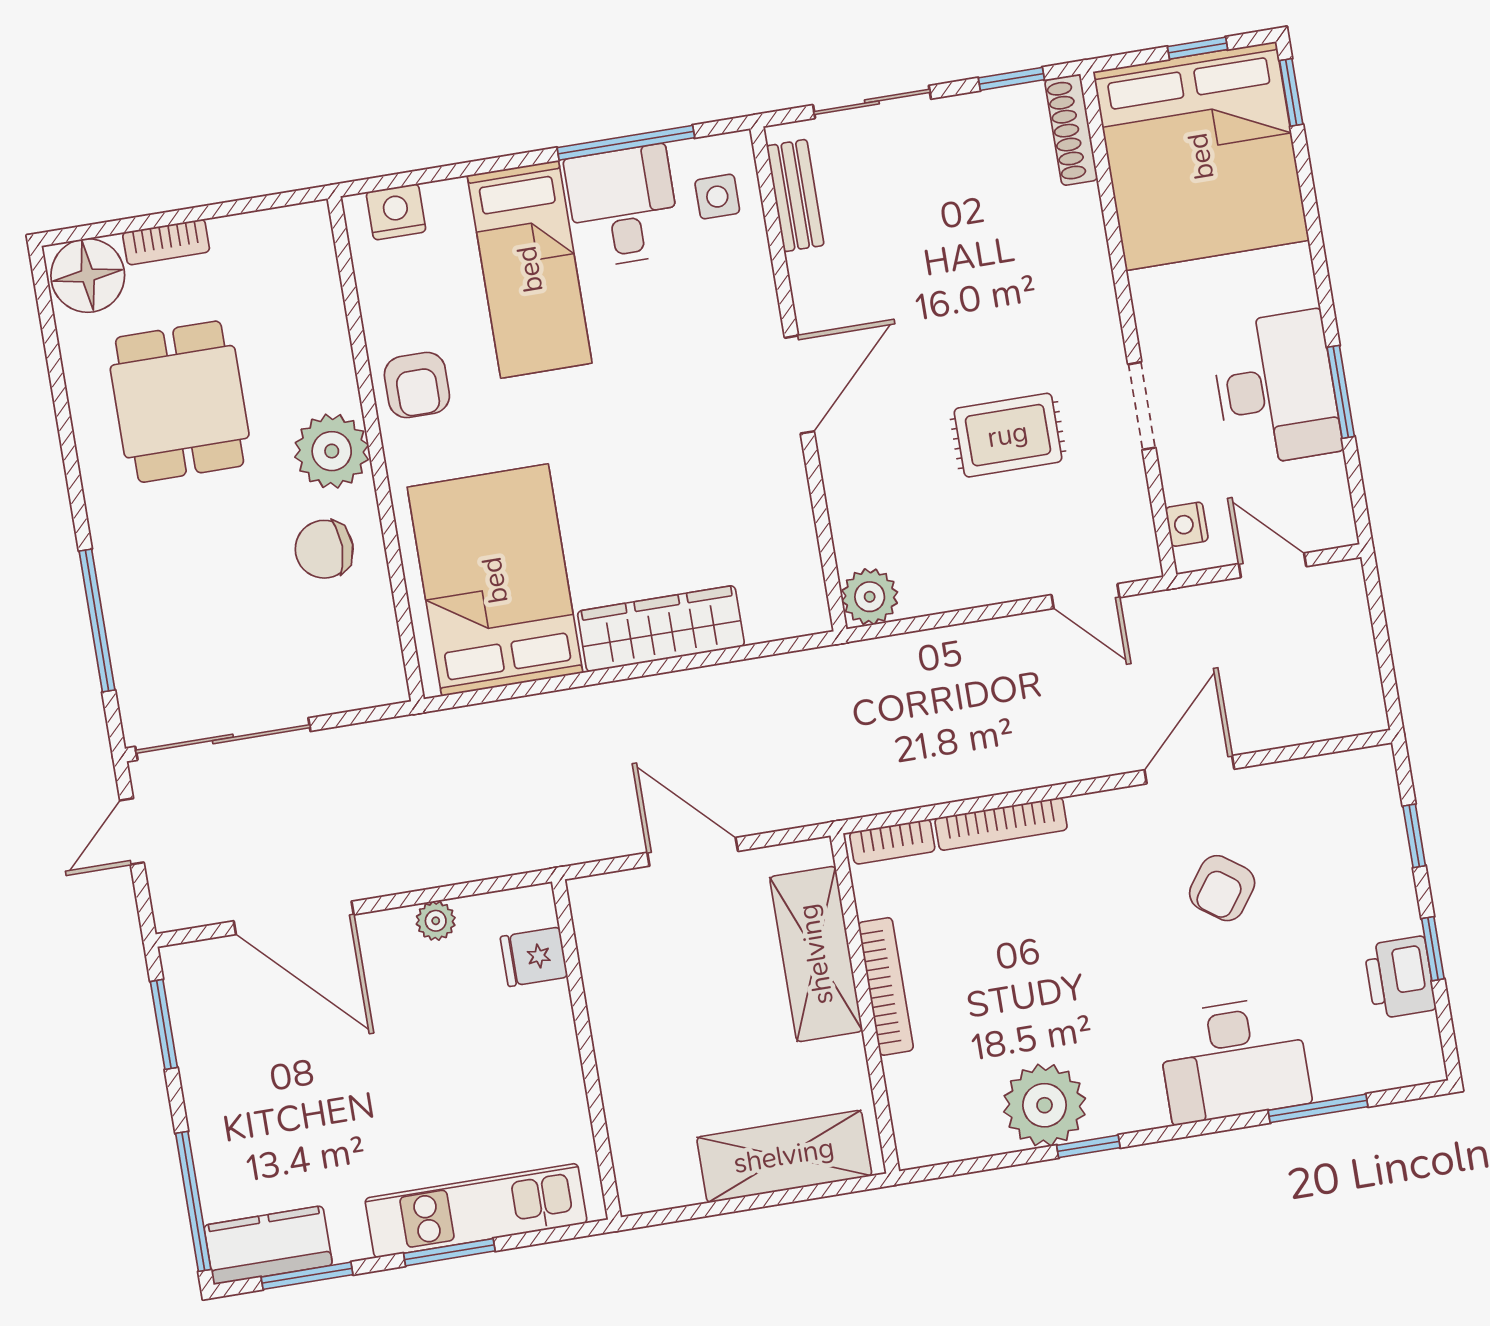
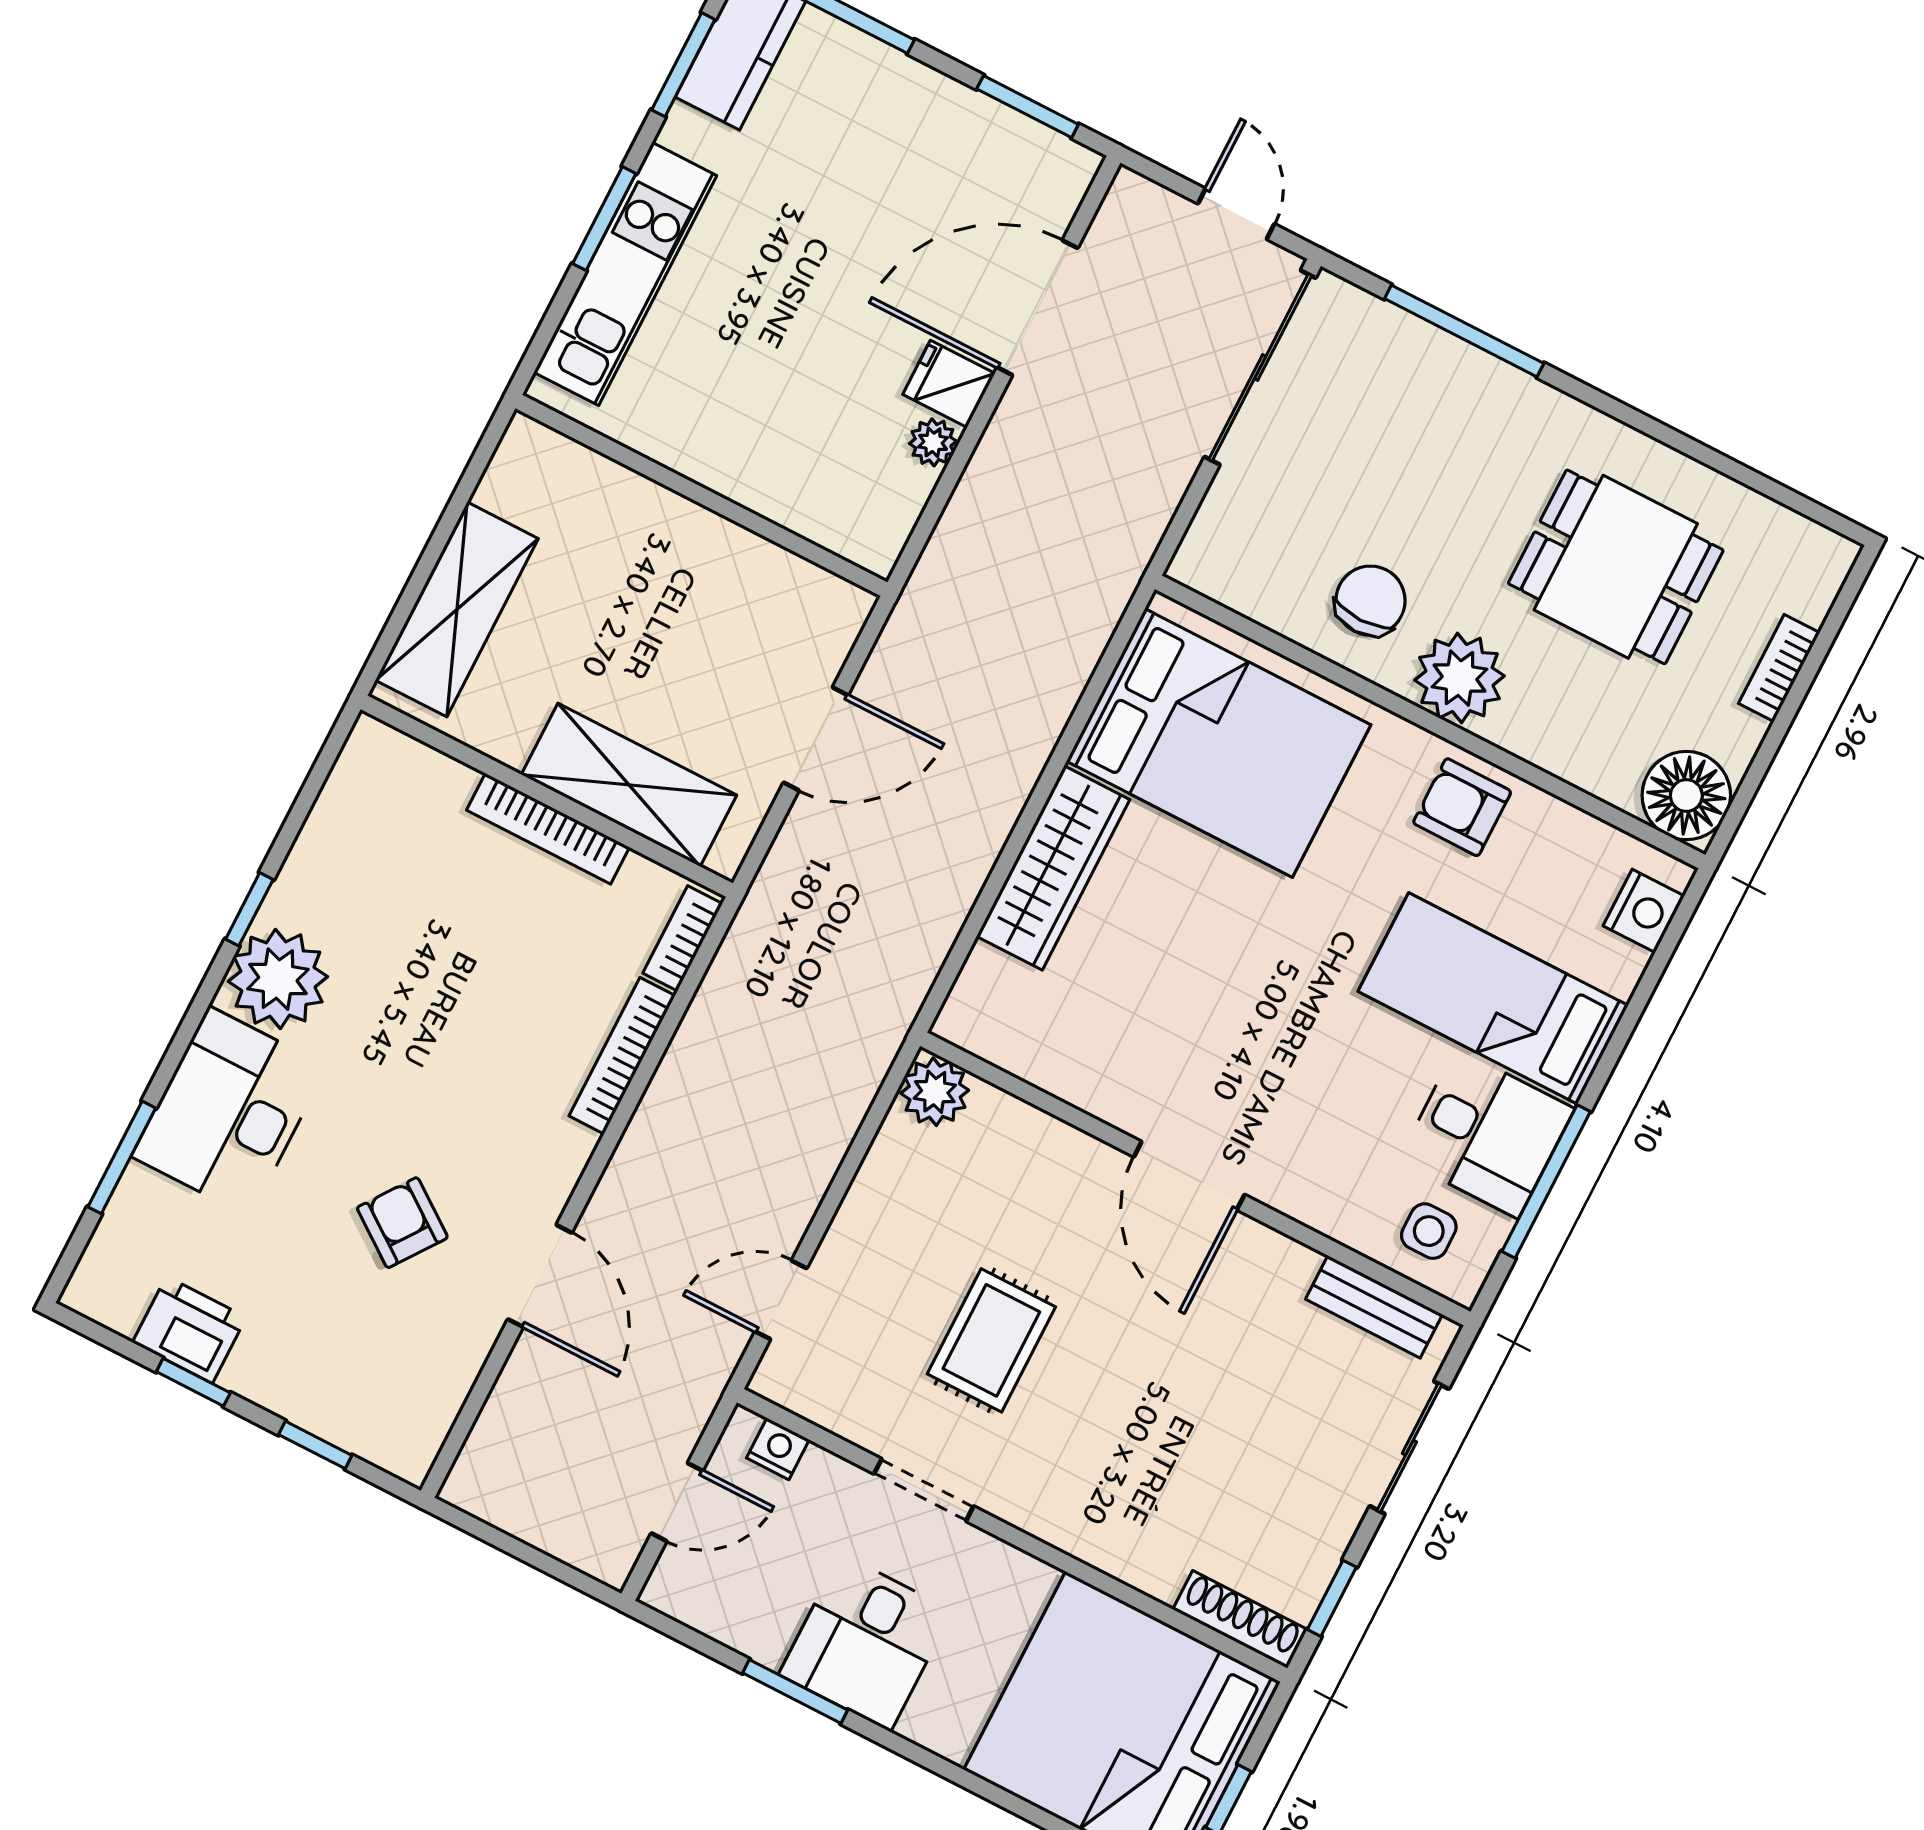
floor lamp: (88, 275) -> (1686, 796), moved
desk: (1276, 388) -> (866, 1643), width x0.73
fridge: (534, 957) -> (949, 384), moved, turned -90
plant: (1045, 1105) -> (278, 979), moved

